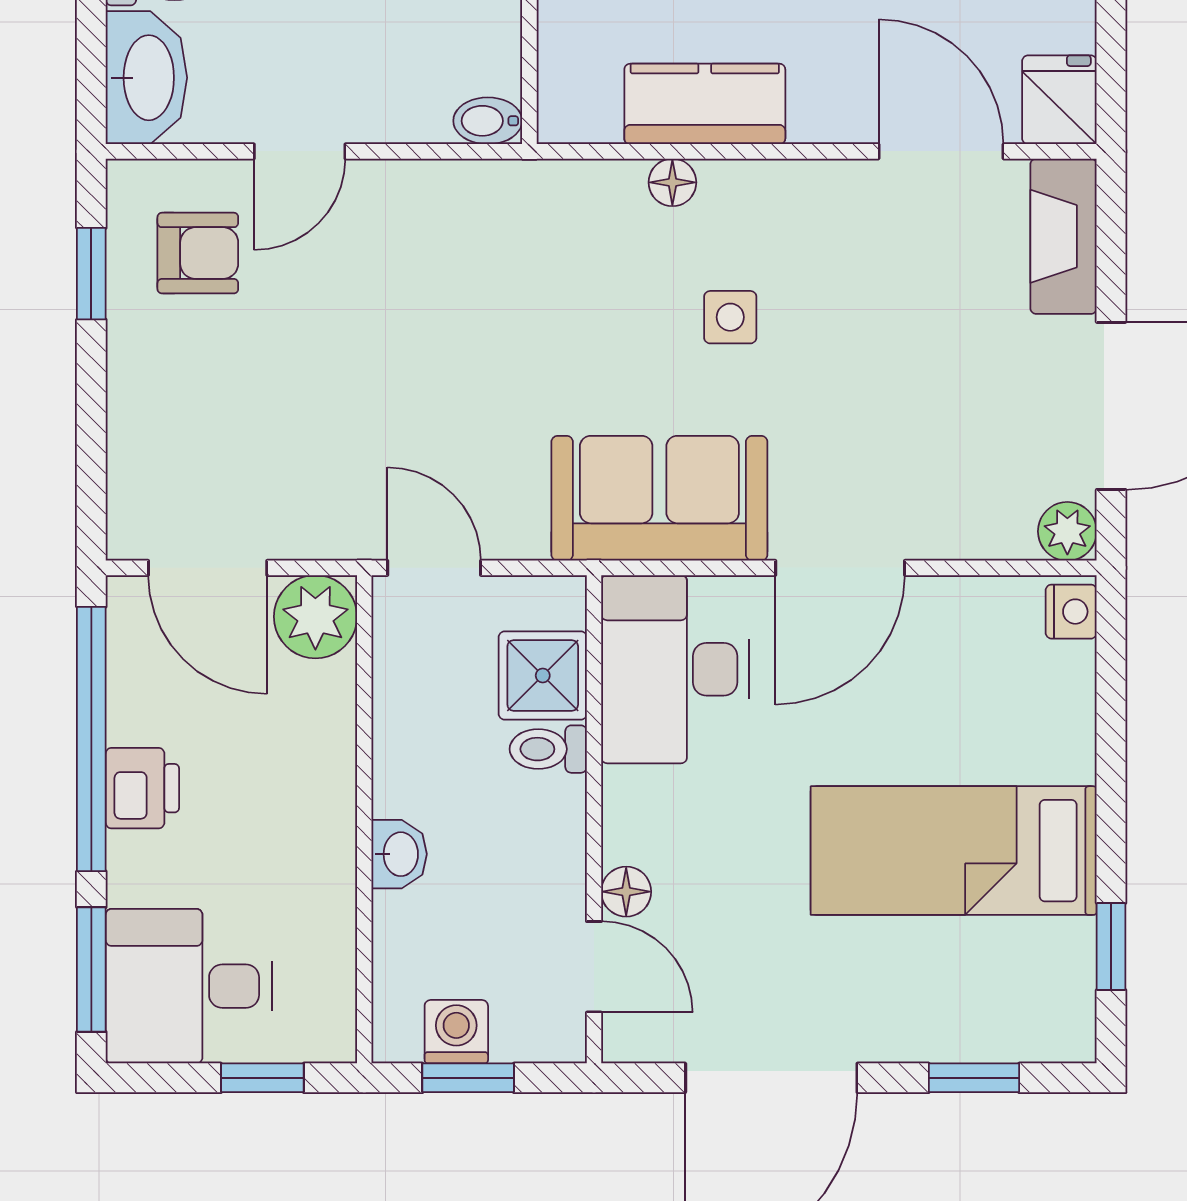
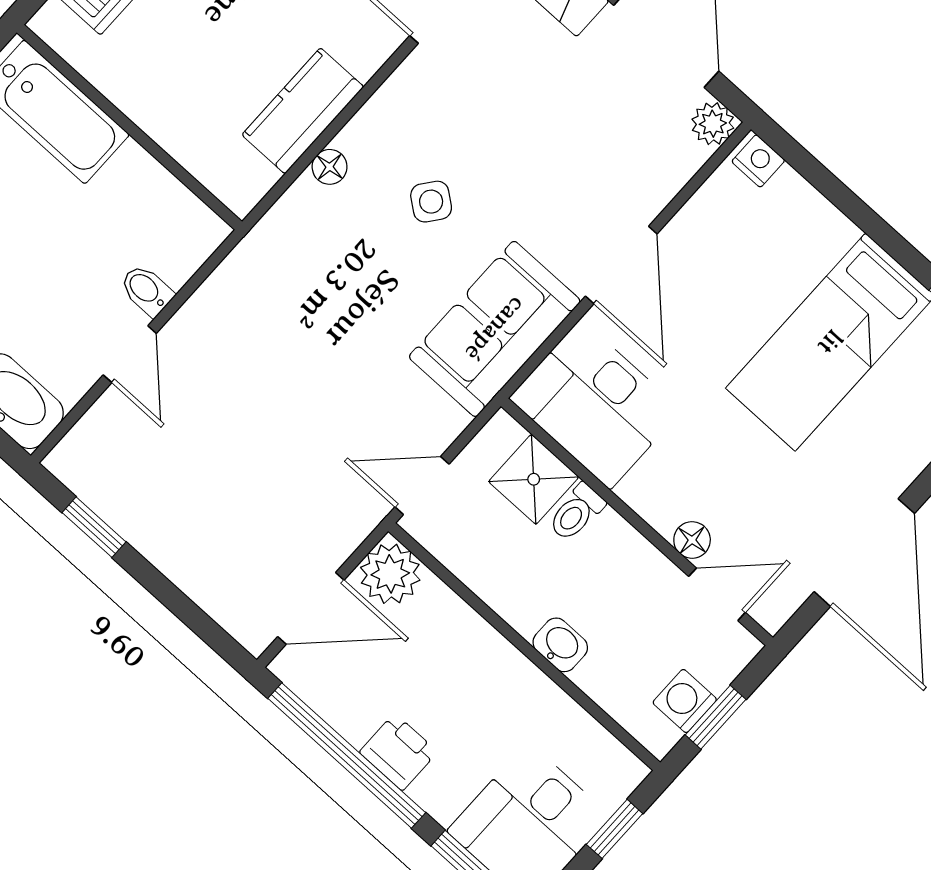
bidet: (488, 121) -> (147, 290), moved, turned 90
armchair: (198, 253) -> (135, 459), removed
side table: (730, 317) -> (431, 202), turned 38

